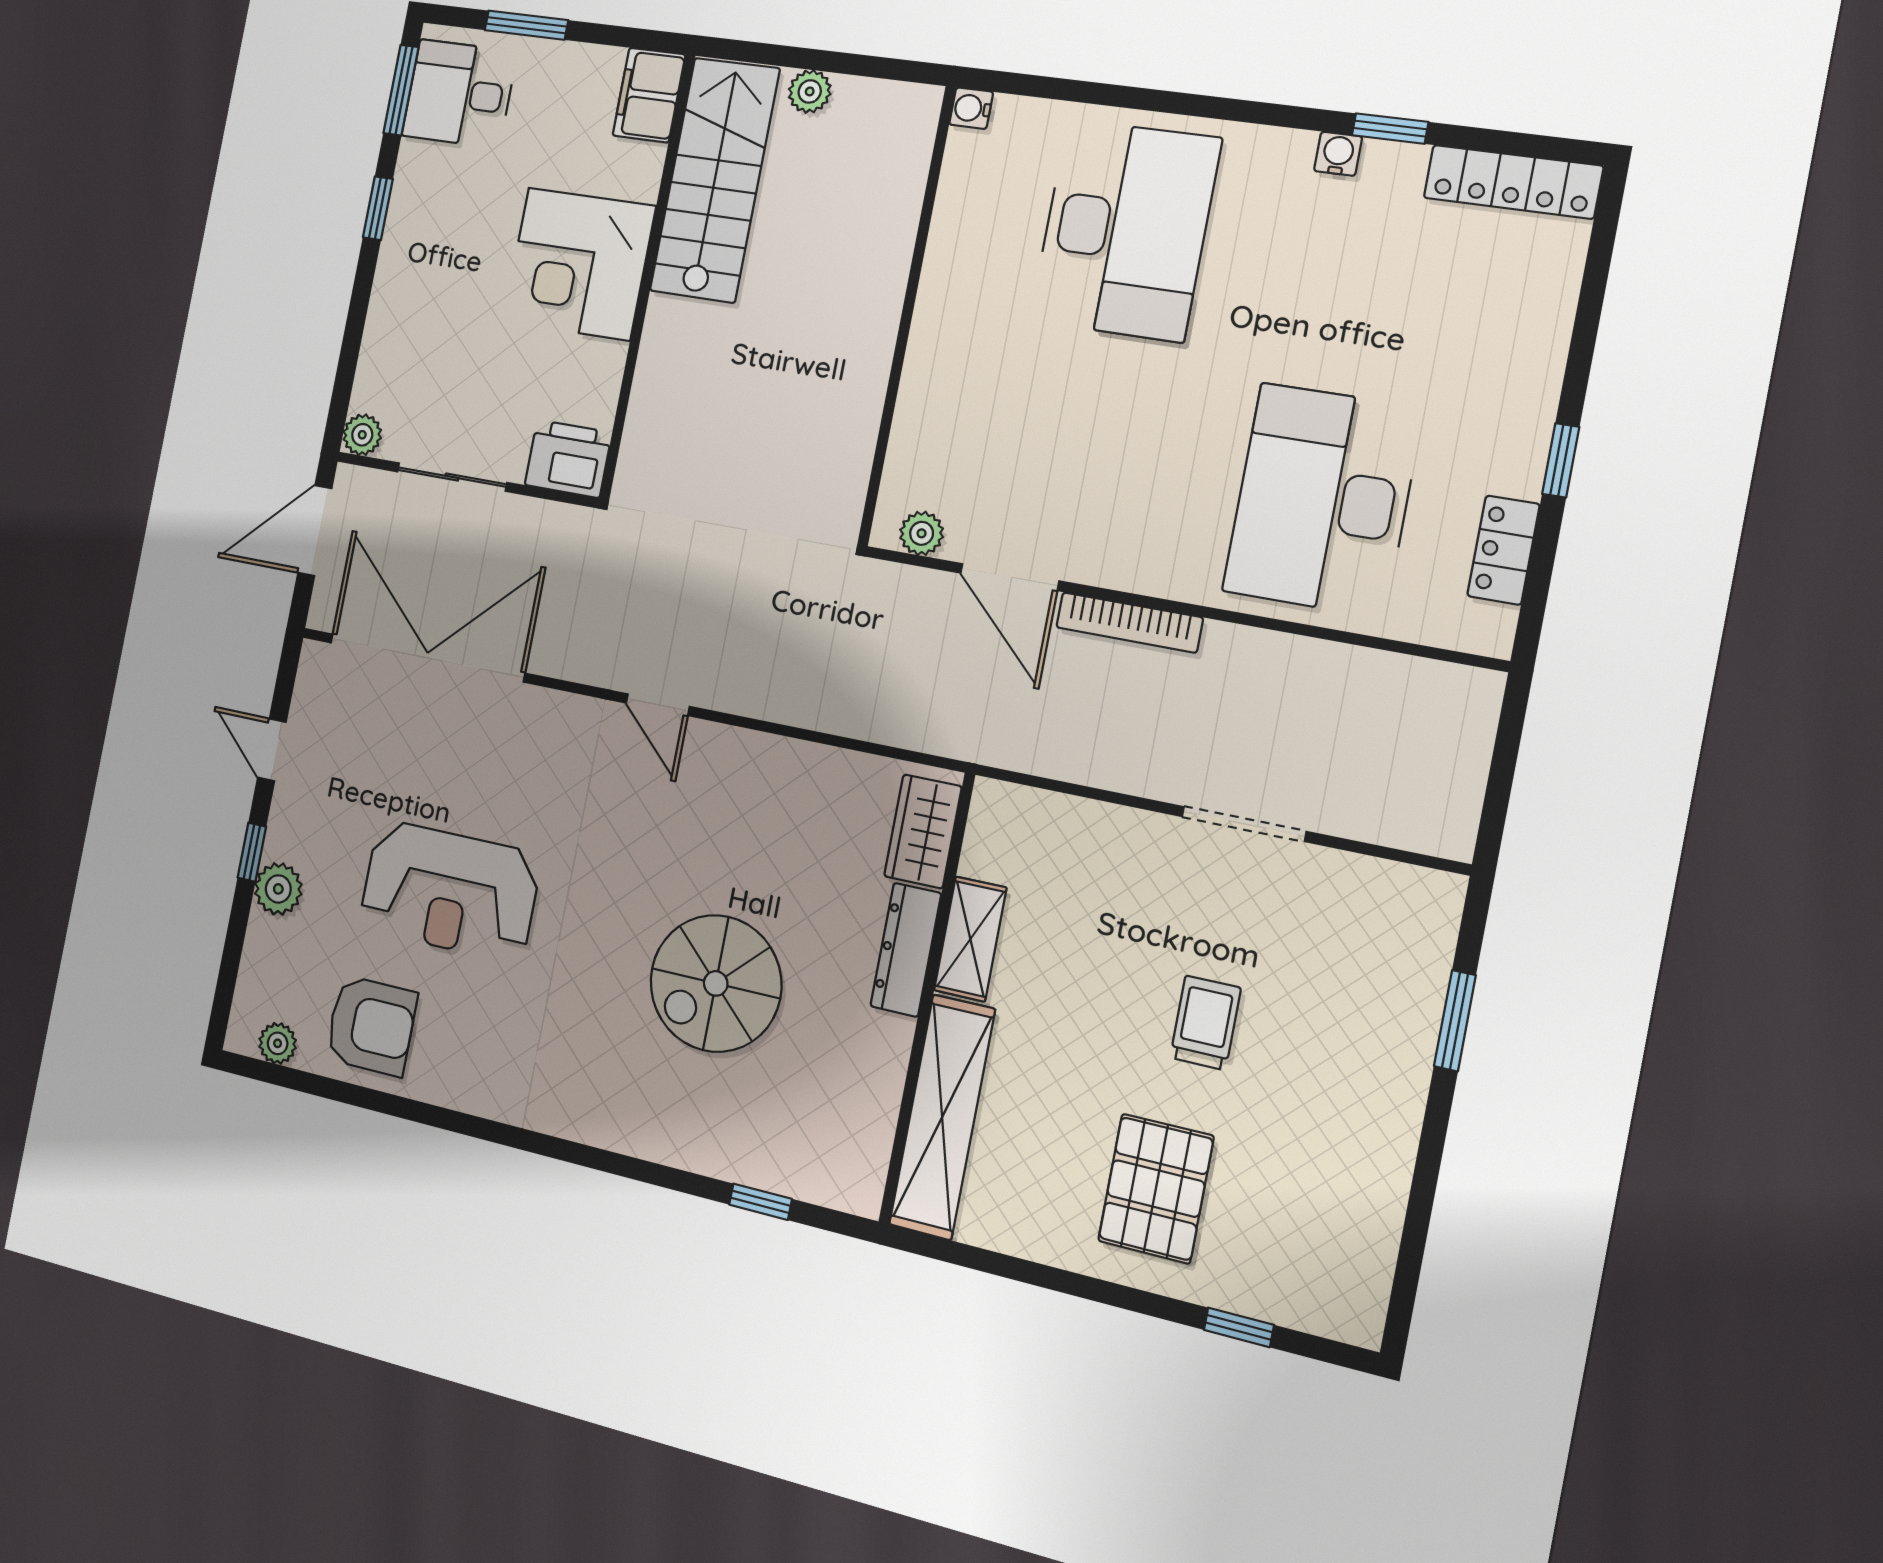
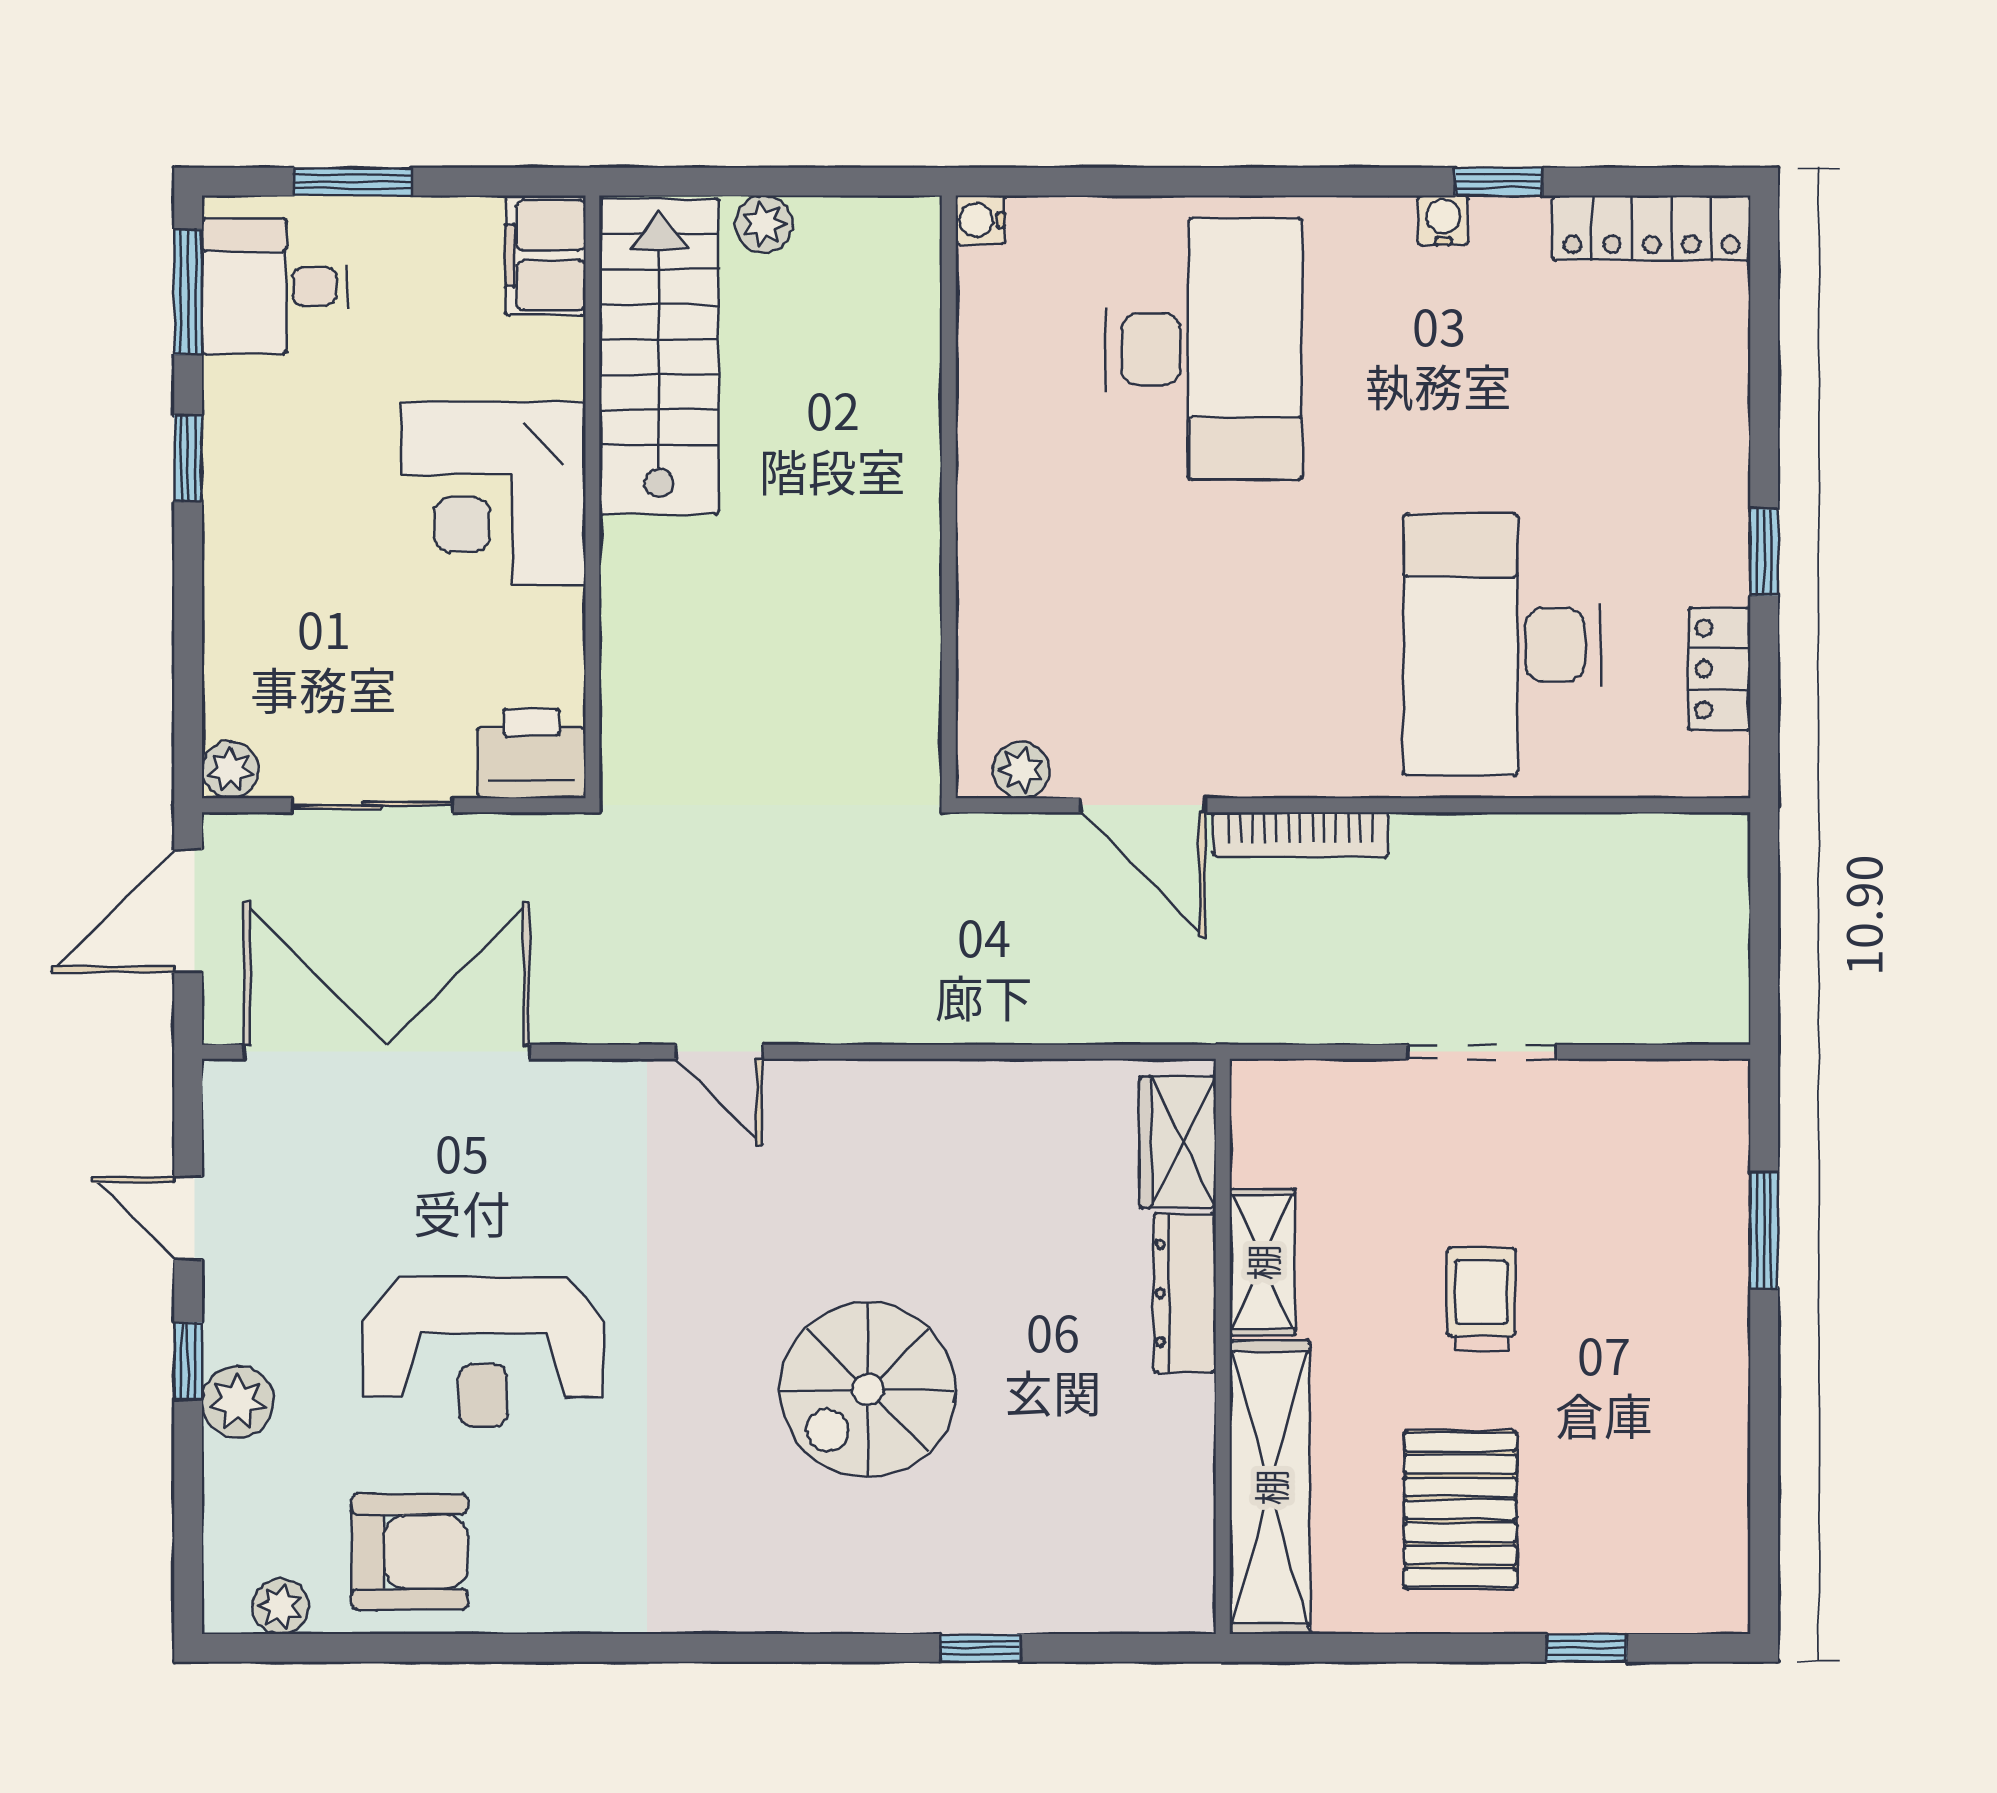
wardrobe: (923, 831) -> (1178, 1142), moved
shelving: (970, 939) -> (1262, 1262), moved
dresser: (906, 950) -> (1185, 1293), moved
wall: (927, 998) -> (1223, 1346), moved
shelving: (942, 1117) -> (1270, 1487), moved

